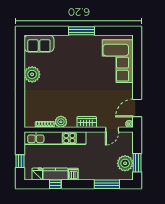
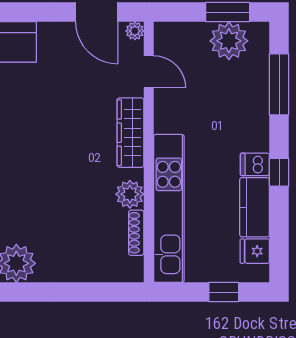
wardrobe: (87, 122) -> (130, 133), width x1.50
window: (55, 184) -> (279, 172), moved

